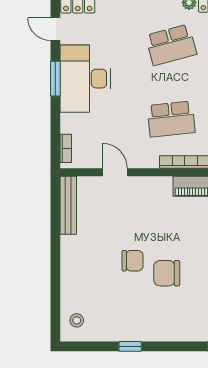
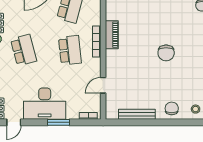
window: (55, 79) -> (59, 122), moved
bench: (68, 205) -> (137, 114), moved
chair: (133, 261) -> (172, 108), moved

